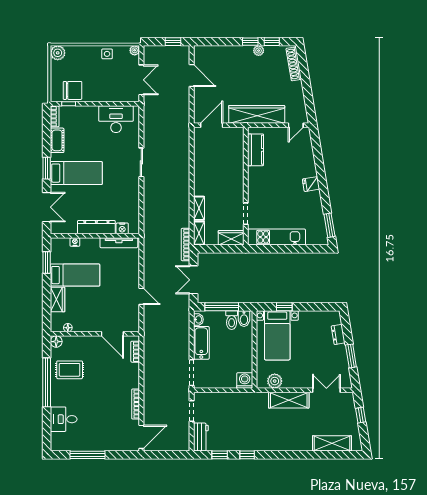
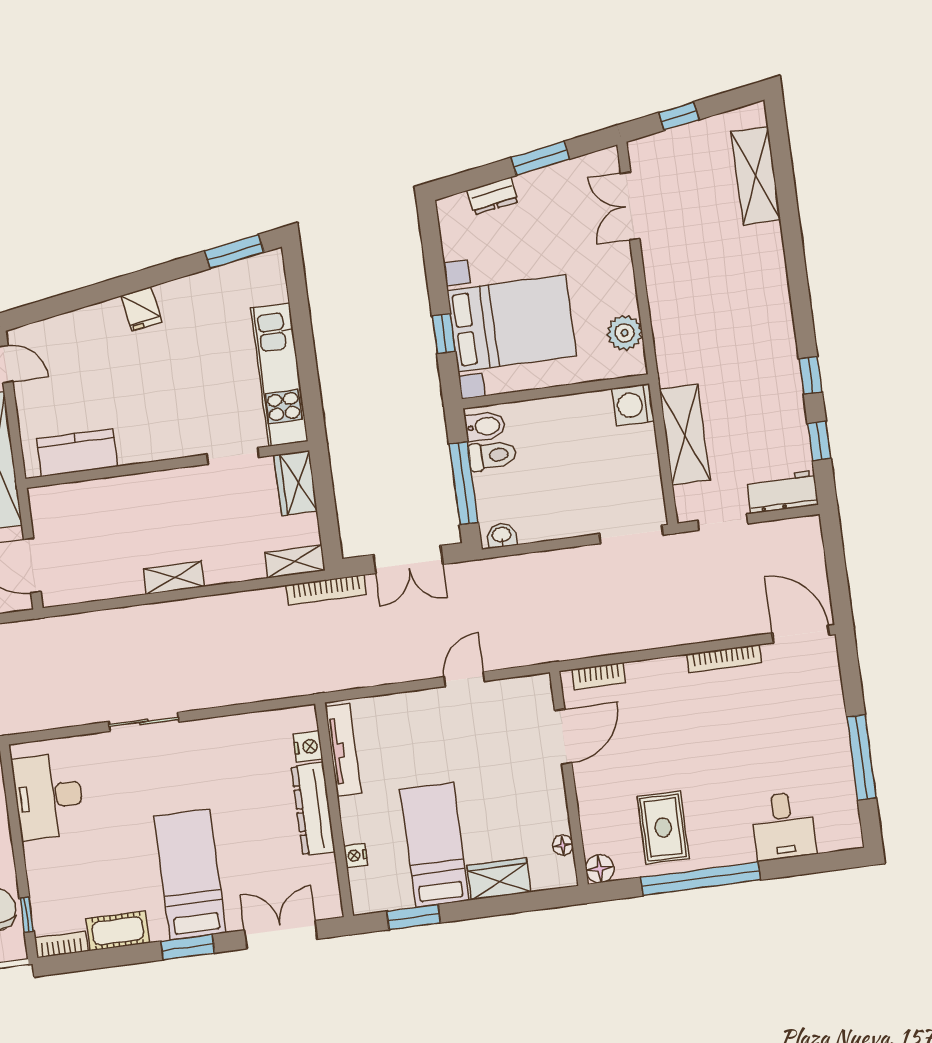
shelving: (199, 208) -> (174, 578), moved
bed with nightstands: (277, 335) -> (512, 323), width x1.36
bathtub: (201, 343) -> (557, 521), removed
shelving: (289, 400) -> (685, 435), moved

